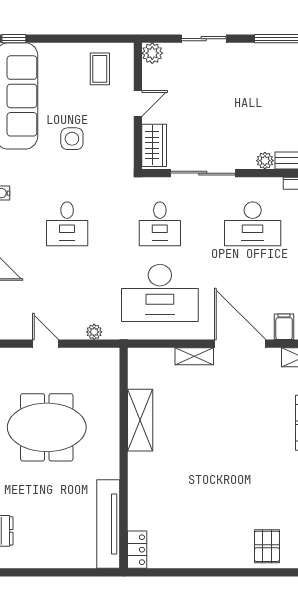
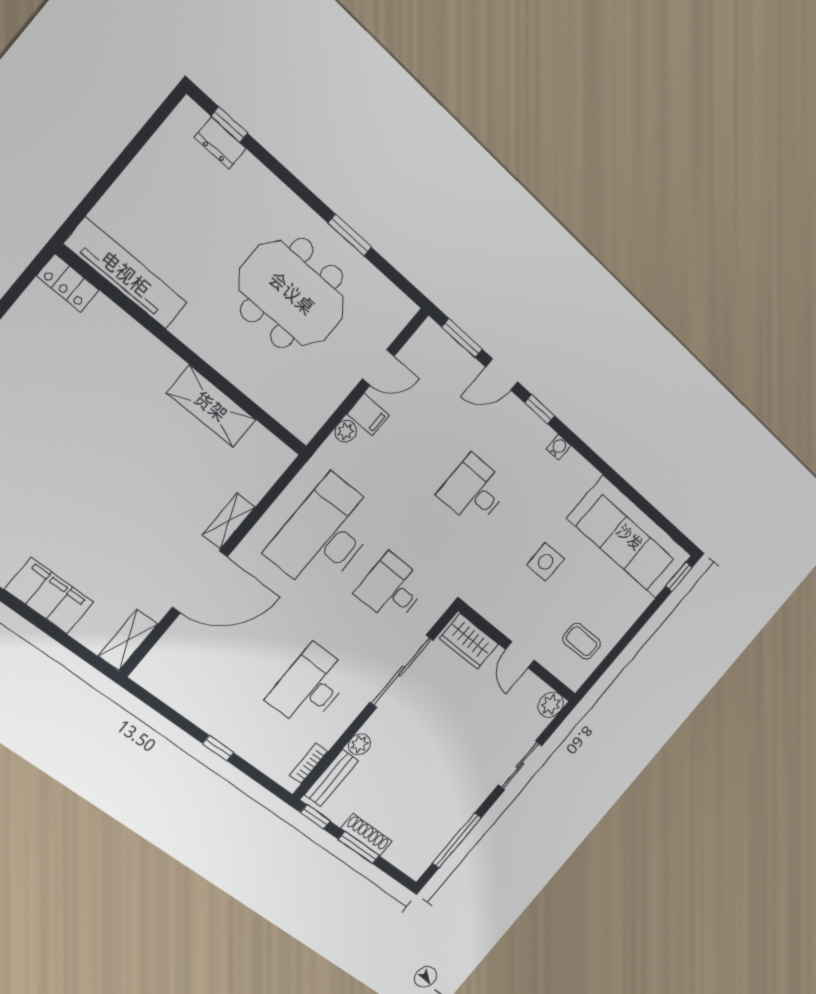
filing cabinet: (284, 327) -> (368, 415), moved
meeting table: (47, 427) -> (292, 293), turned 90

